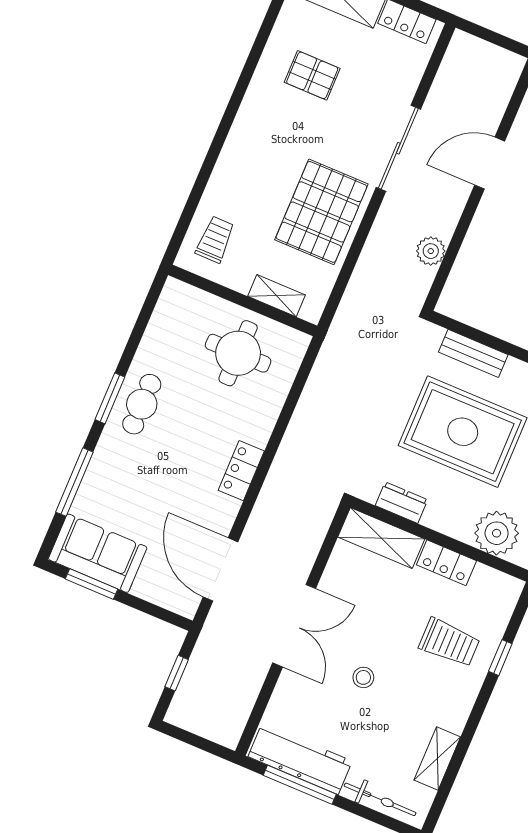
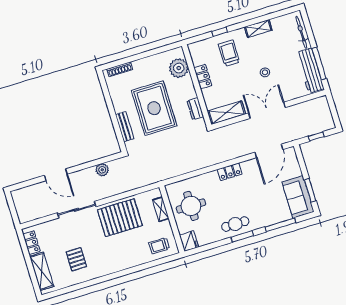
fridge: (180, 298) -> (189, 241), added
shelving: (381, 538) -> (227, 113), moved, turned 90
shelving: (437, 759) -> (258, 28), moved

